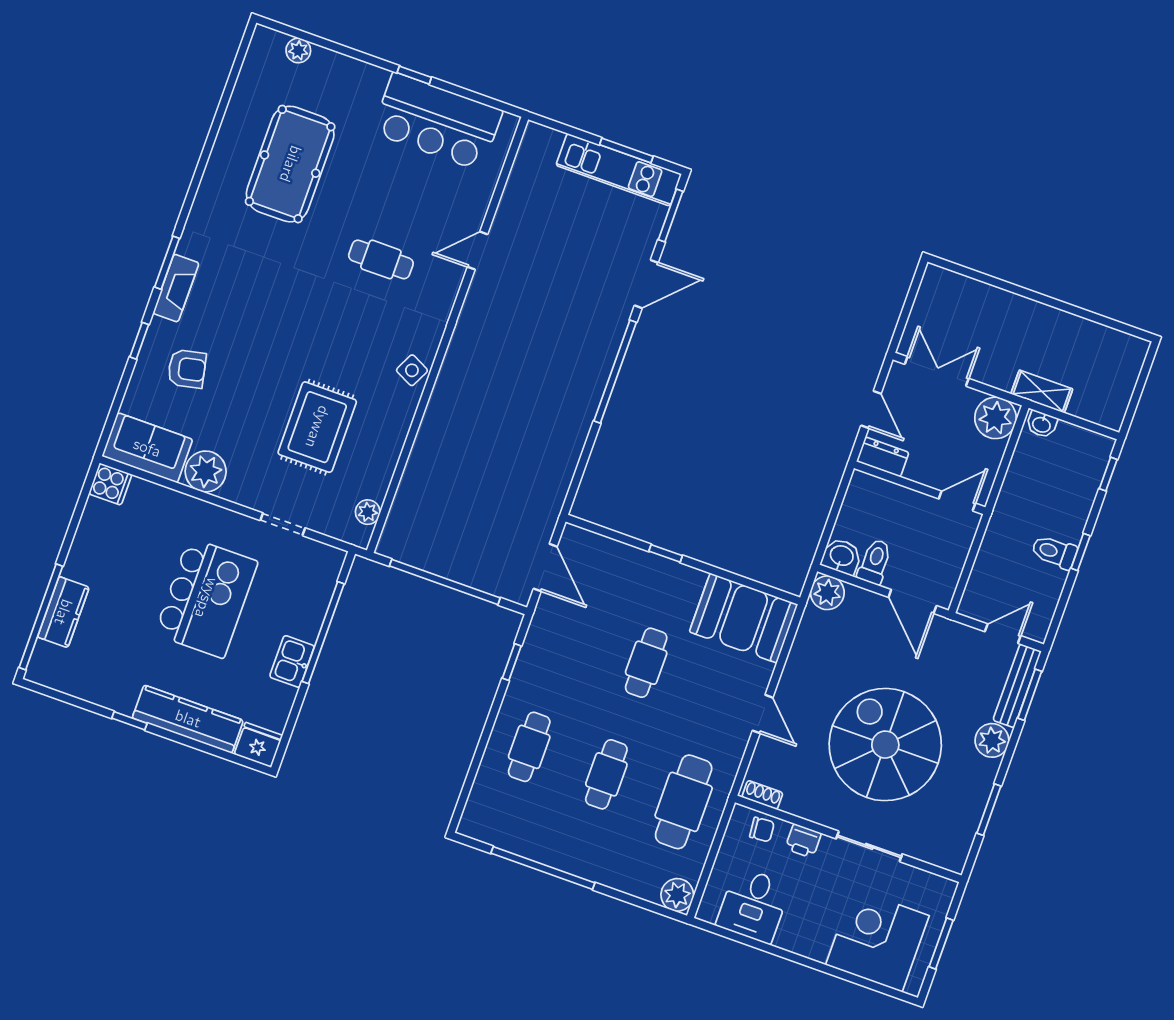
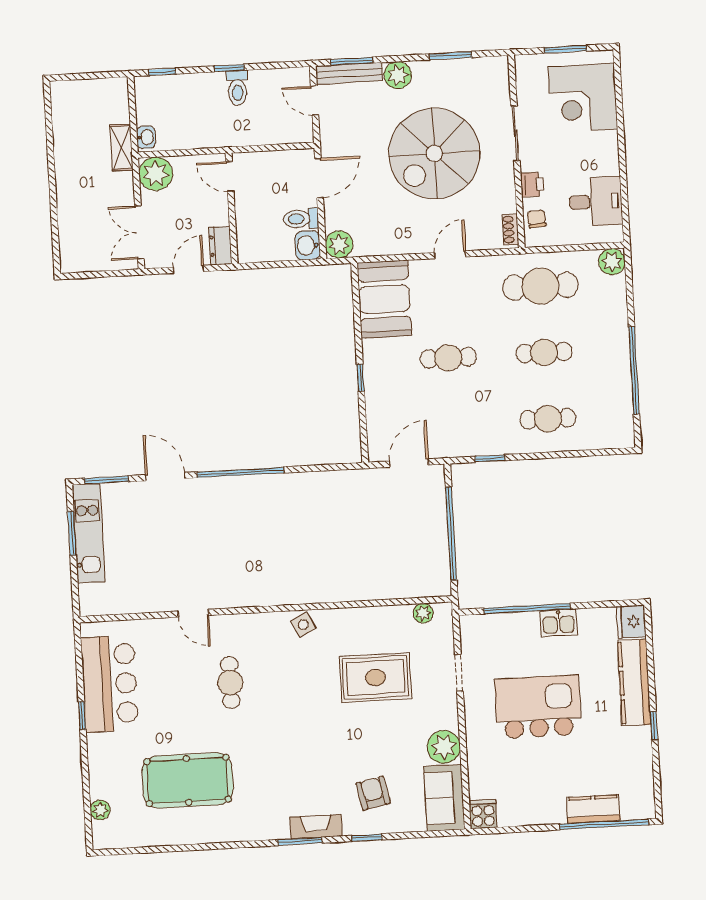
side table: (412, 370) -> (303, 625), turned 37

